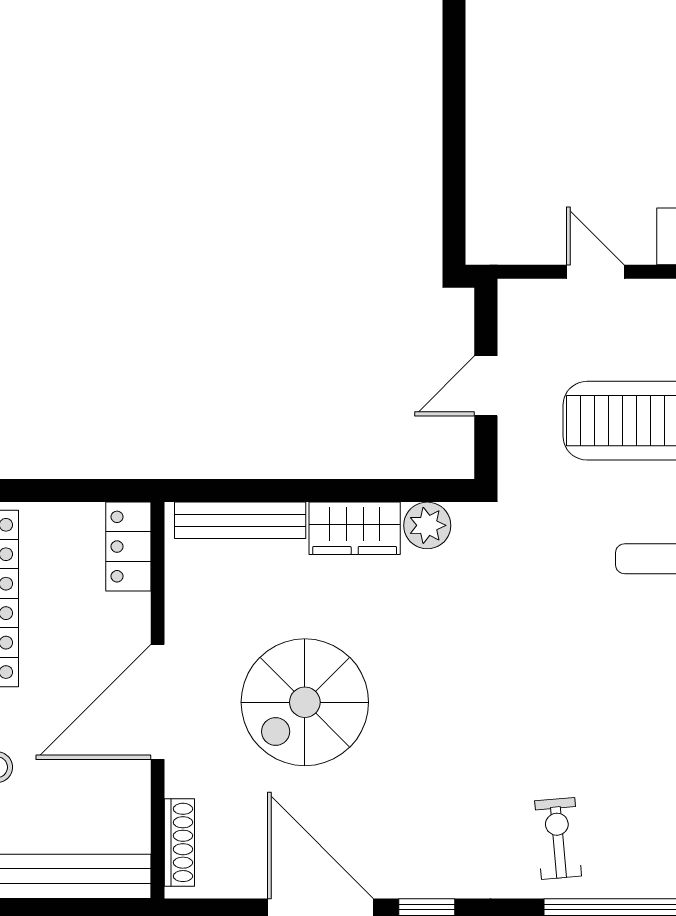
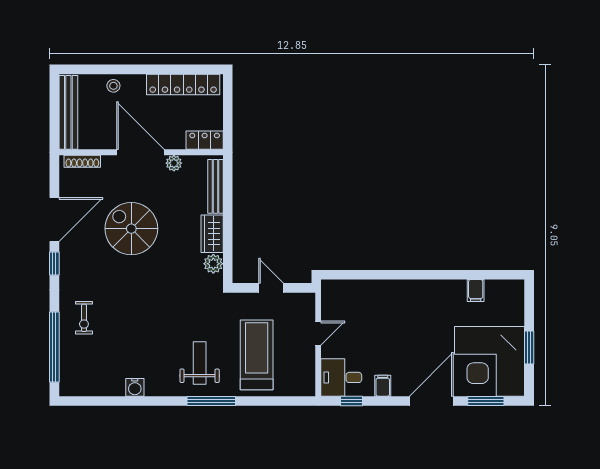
plant: (184, 621) -> (174, 163), added
spiral stairs: (305, 702) -> (131, 229), moved
exercise bike: (558, 838) -> (84, 318), turned 95

